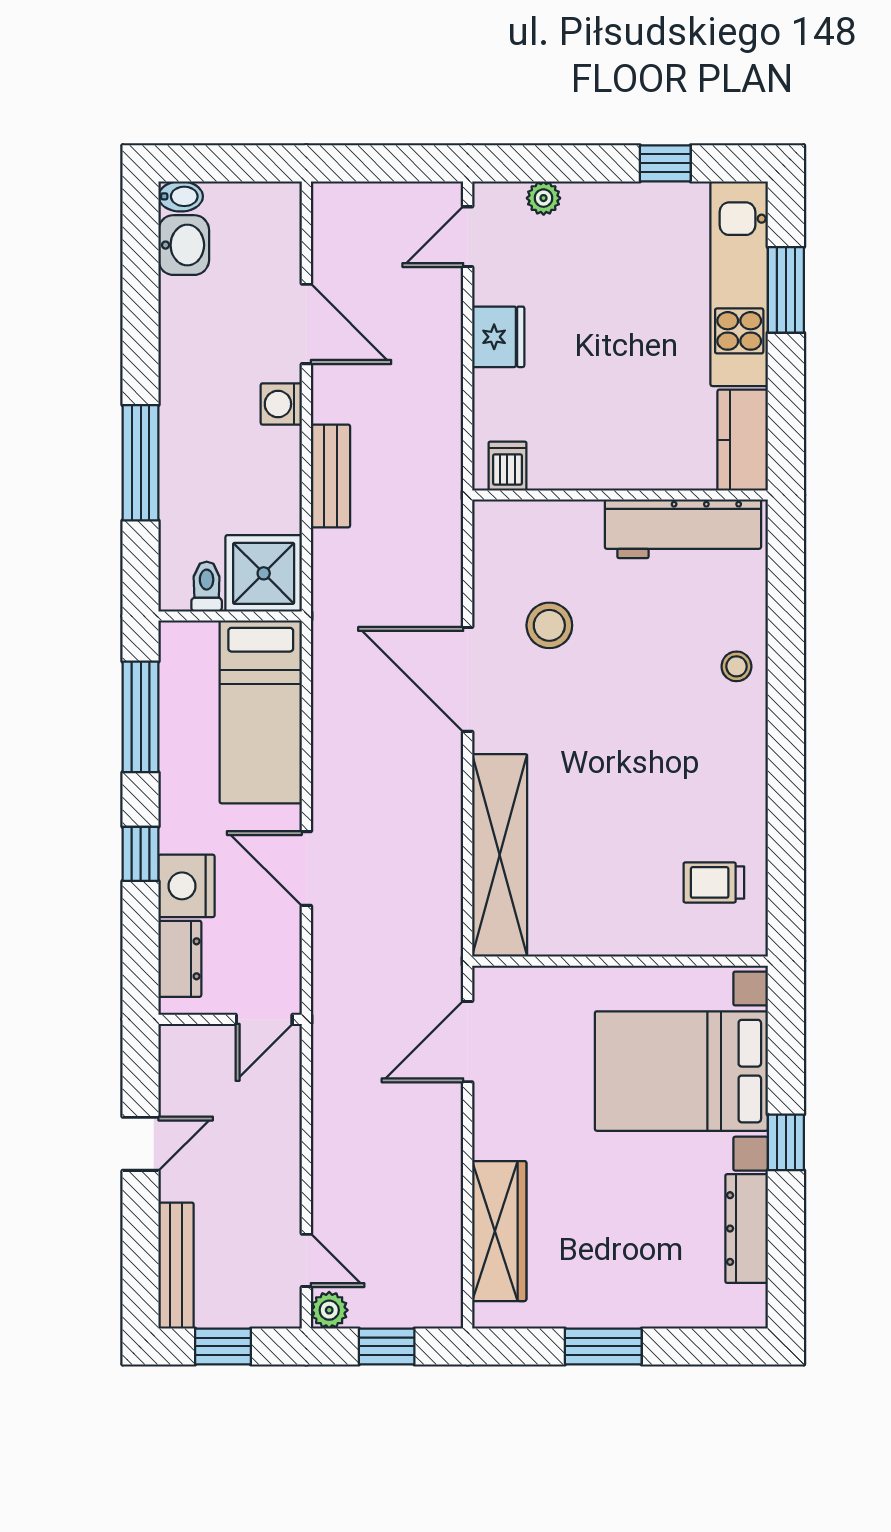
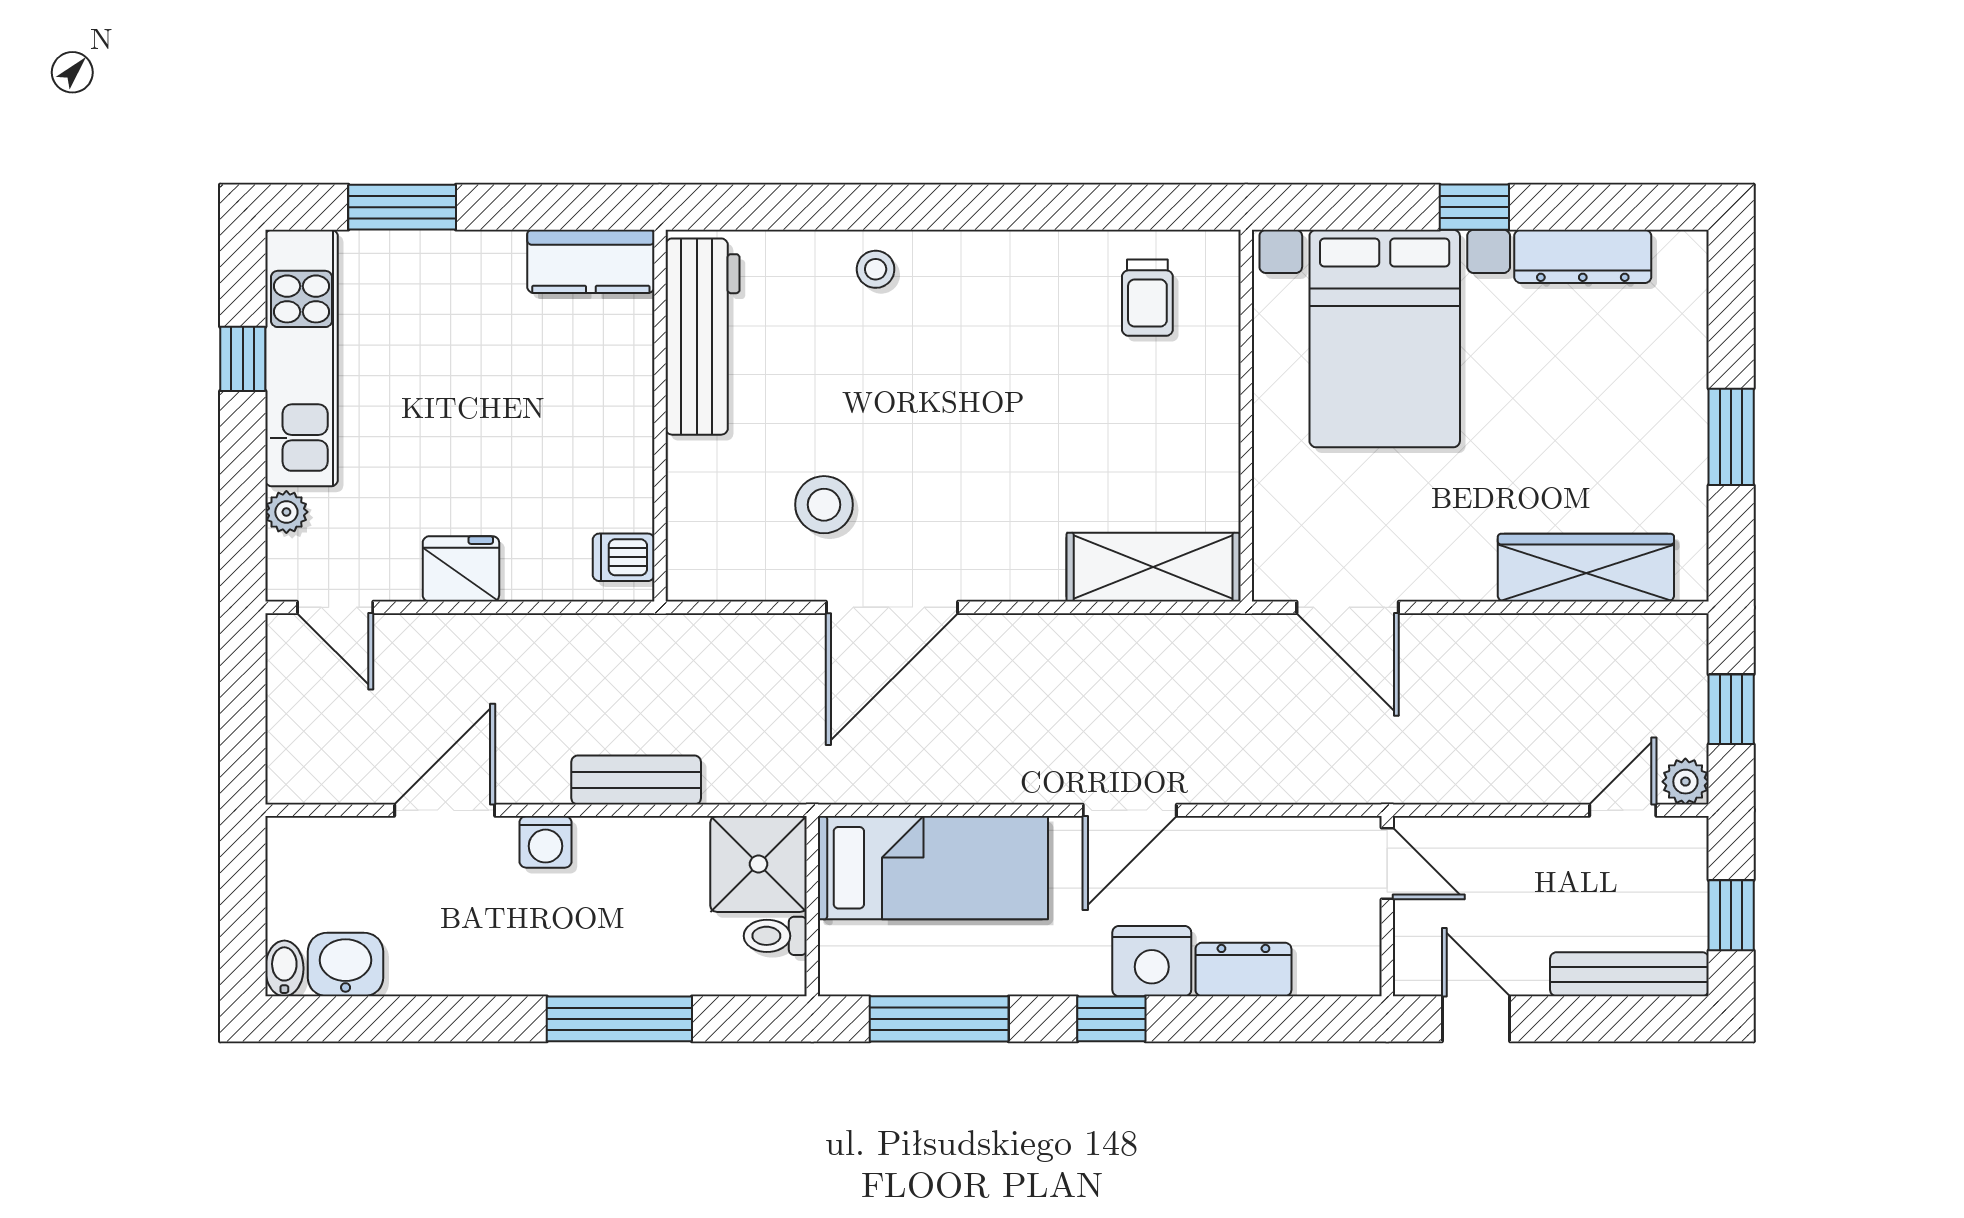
kitchen unit: (739, 284) -> (301, 358), moved, turned -90
shelving: (500, 855) -> (1153, 567), width x0.68
wall: (230, 1019) -> (1387, 906), moved
door: (264, 1019) -> (1387, 864), moved

